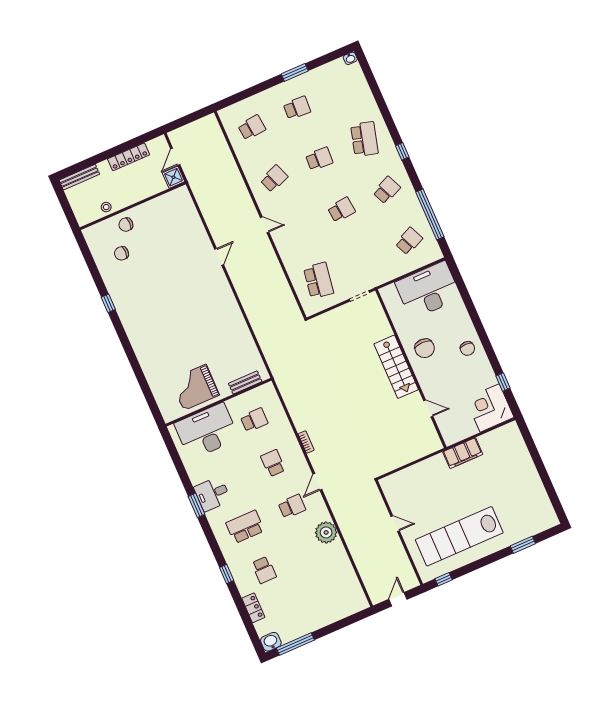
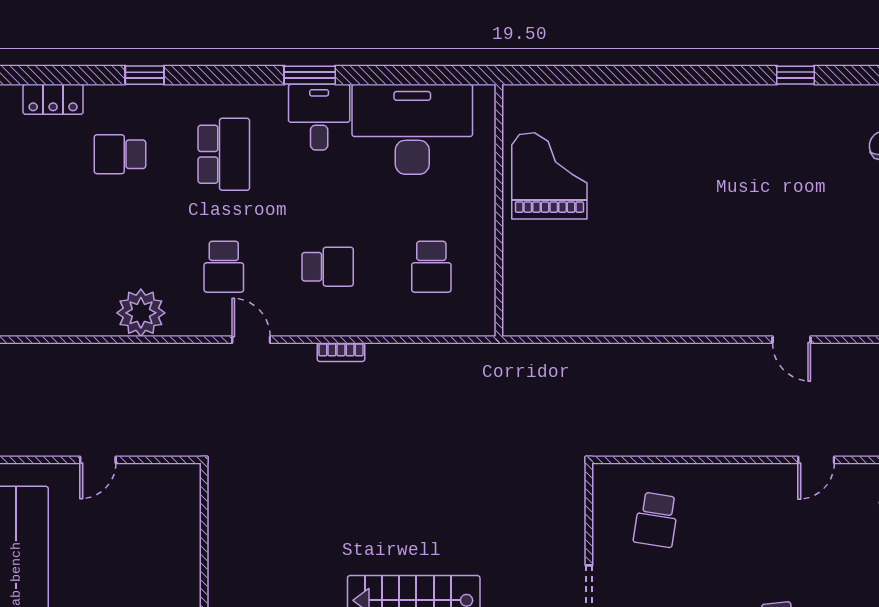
school desk: (319, 280) -> (656, 520), width x0.54
bench: (245, 382) -> (515, 282), removed
desk: (207, 431) -> (412, 129), moved, turned -90

